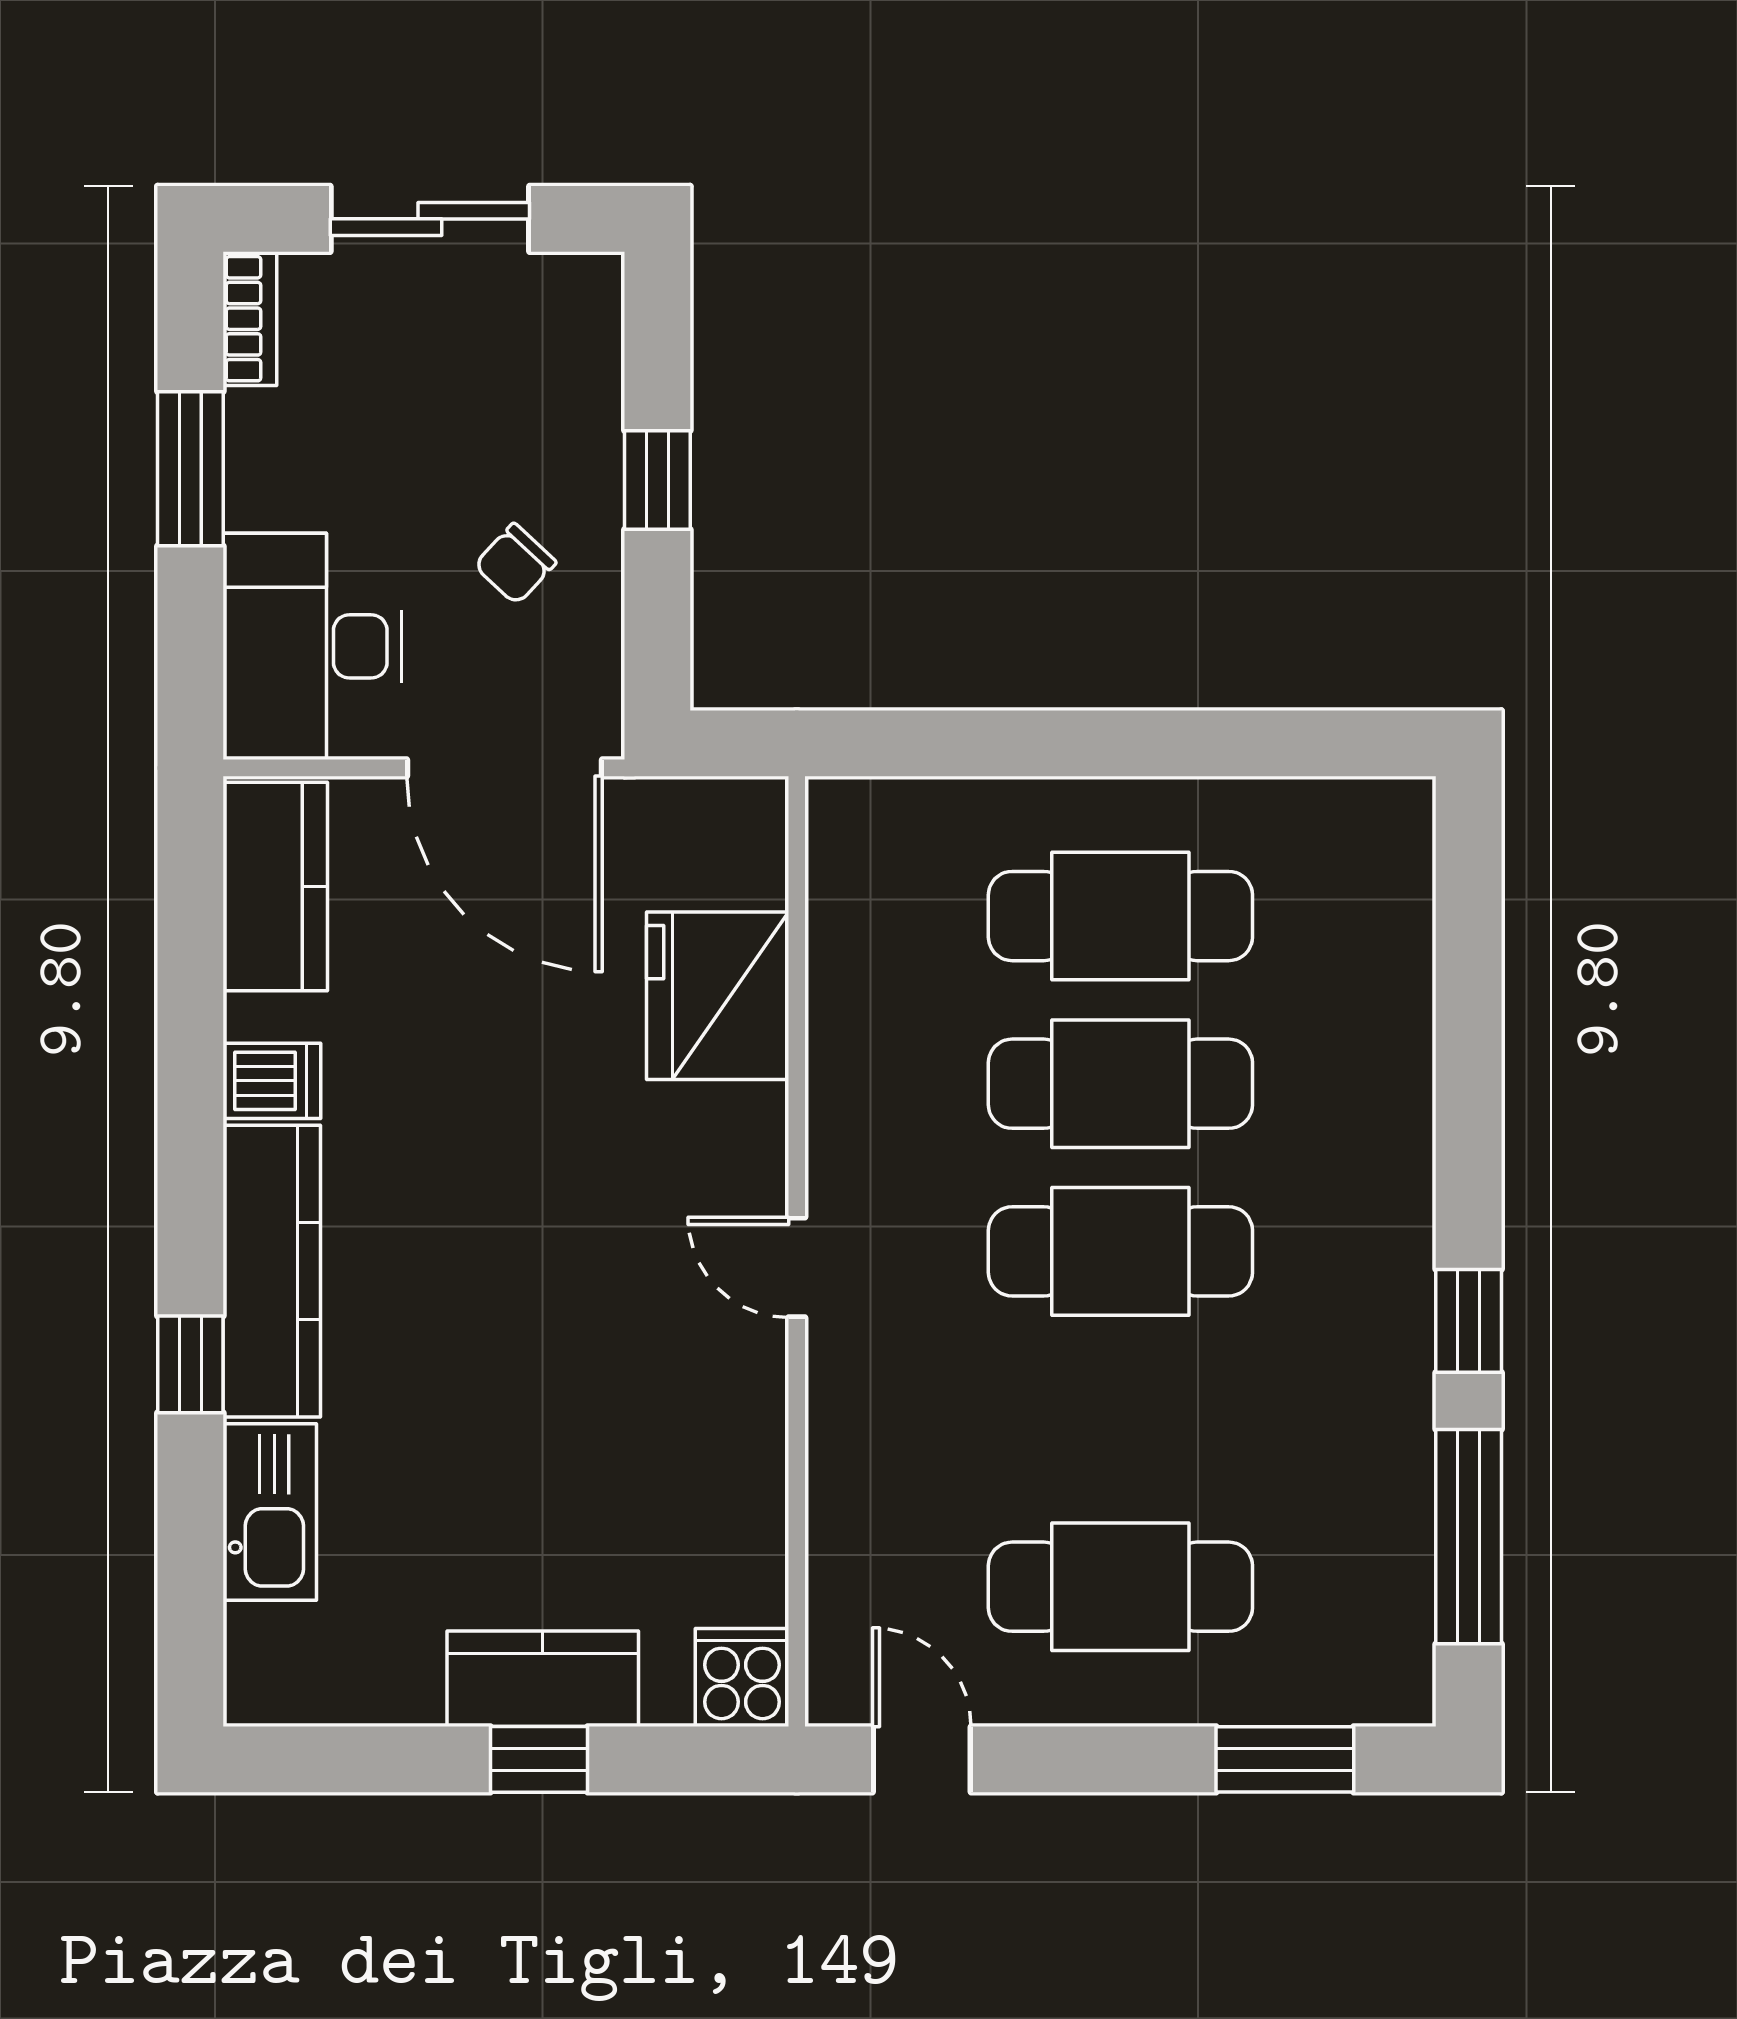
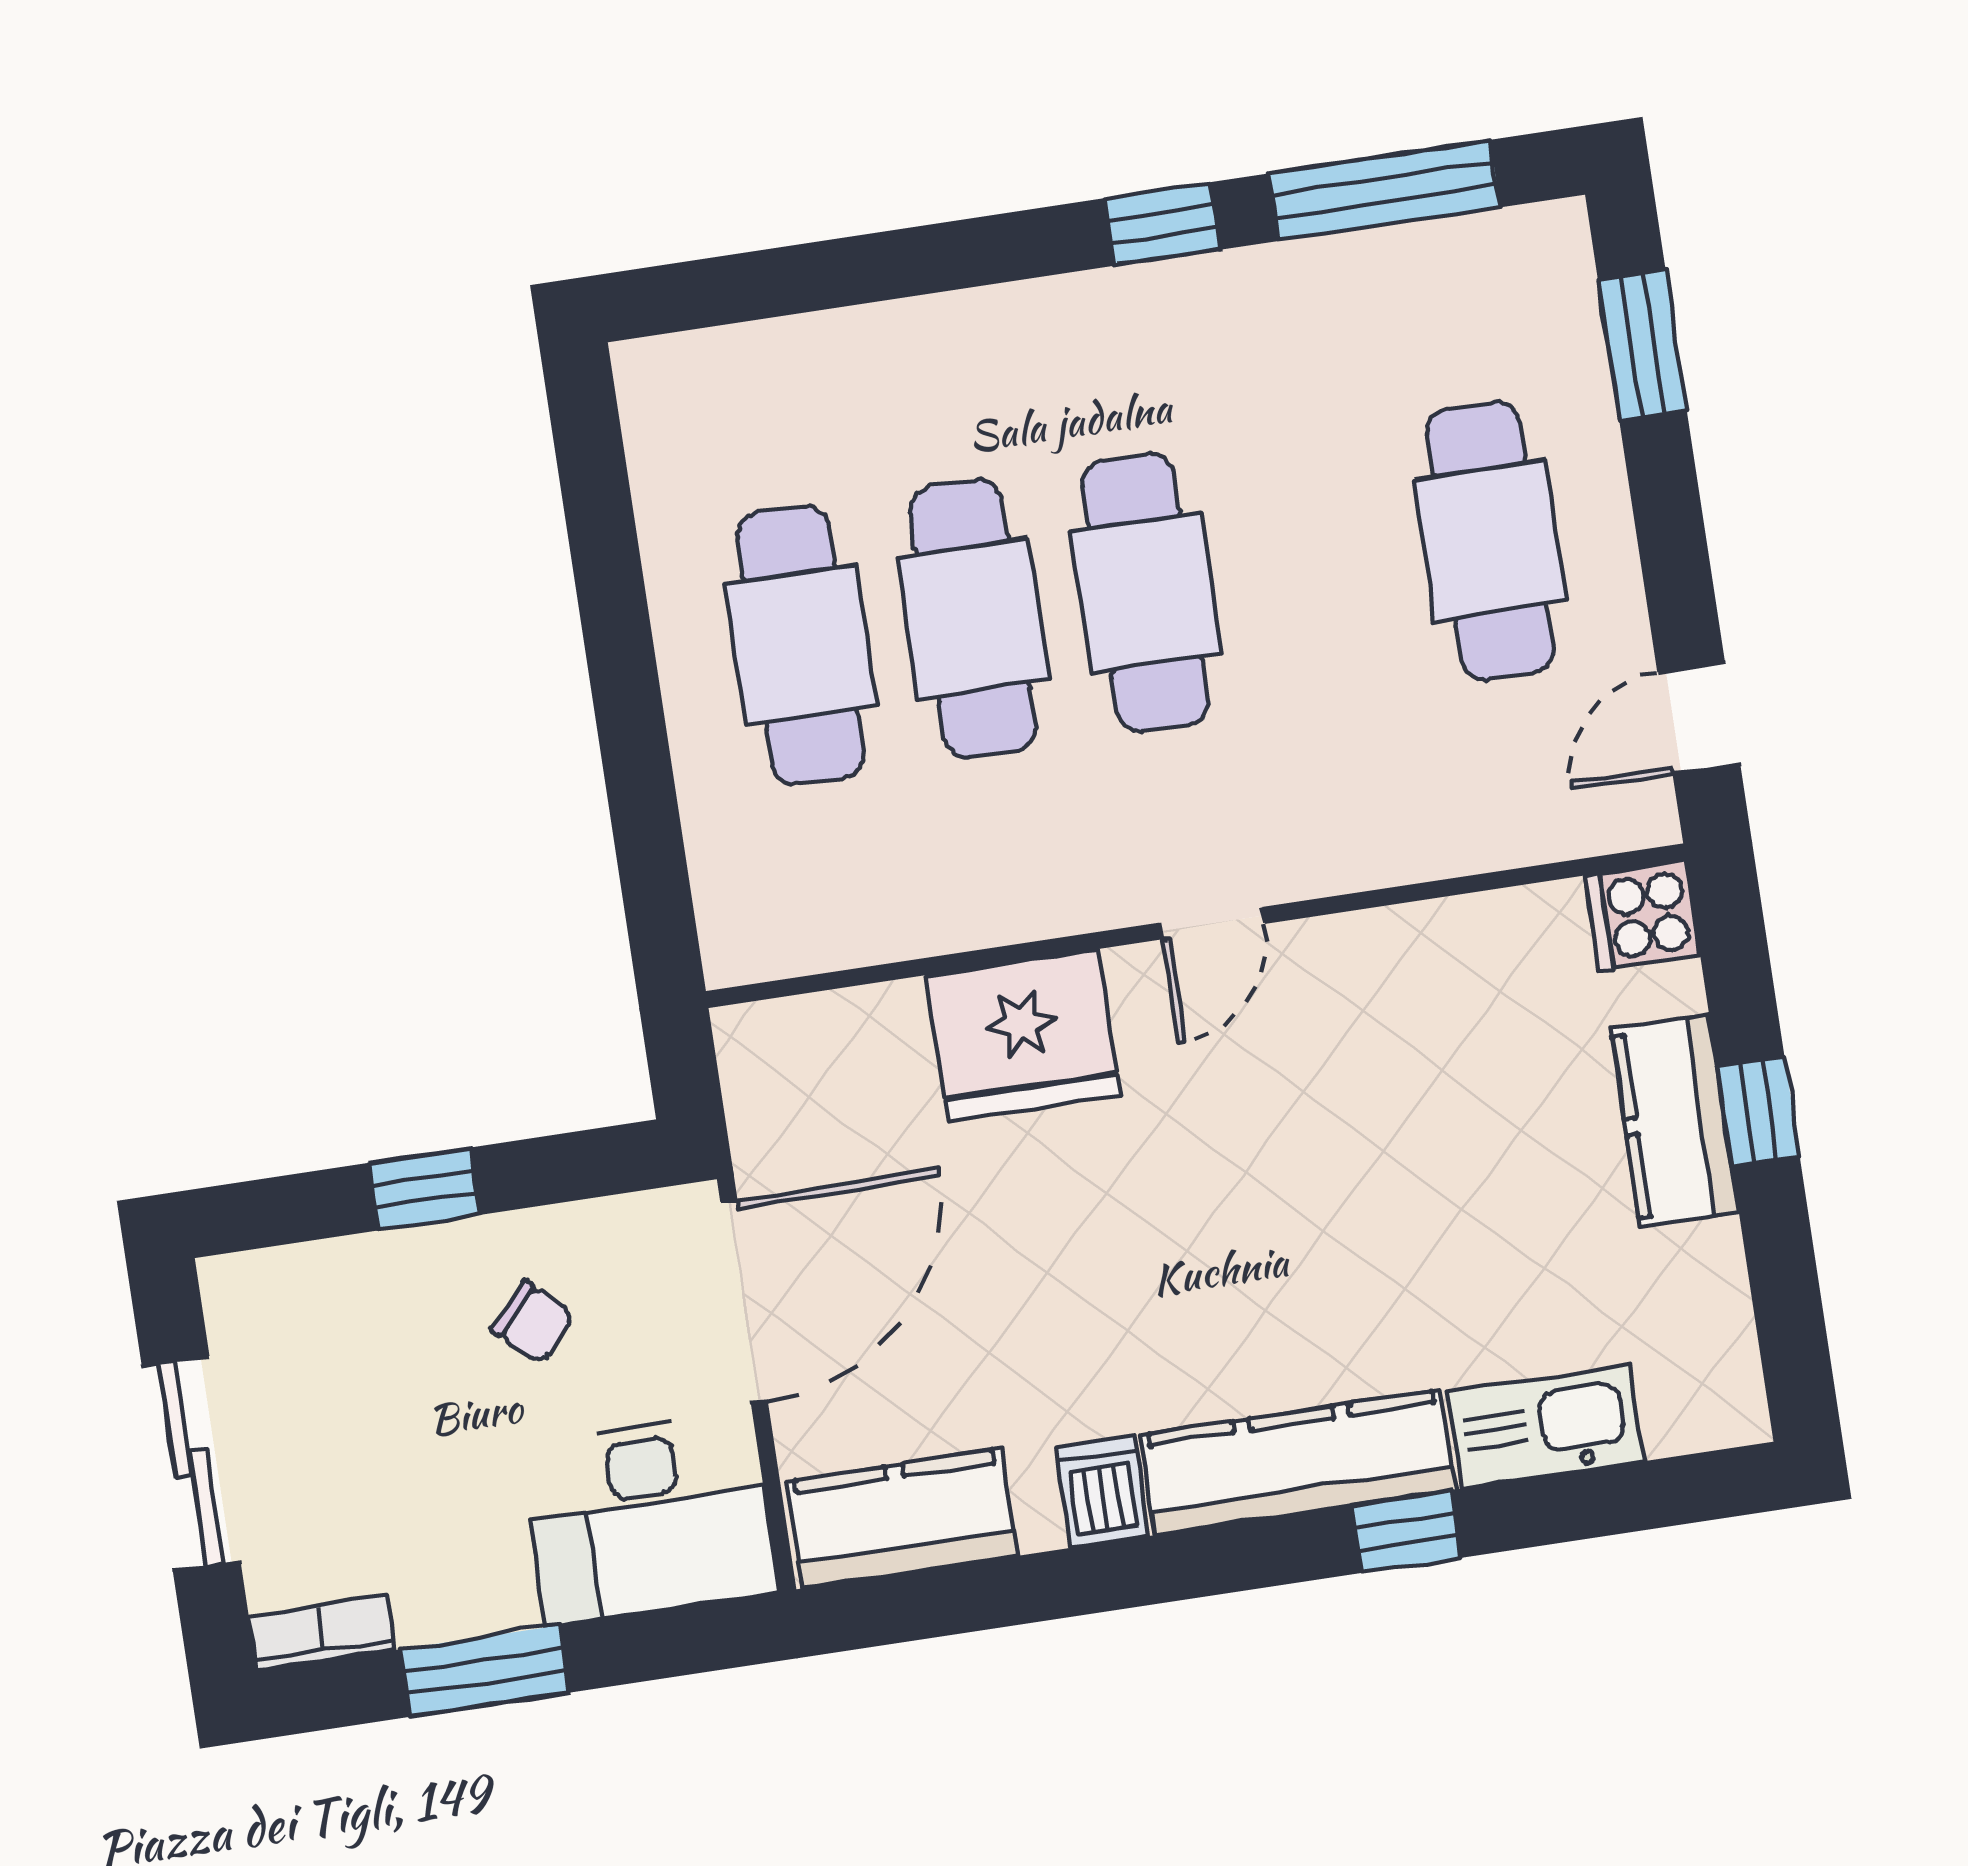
fridge: (718, 996) -> (1023, 1035), moved

